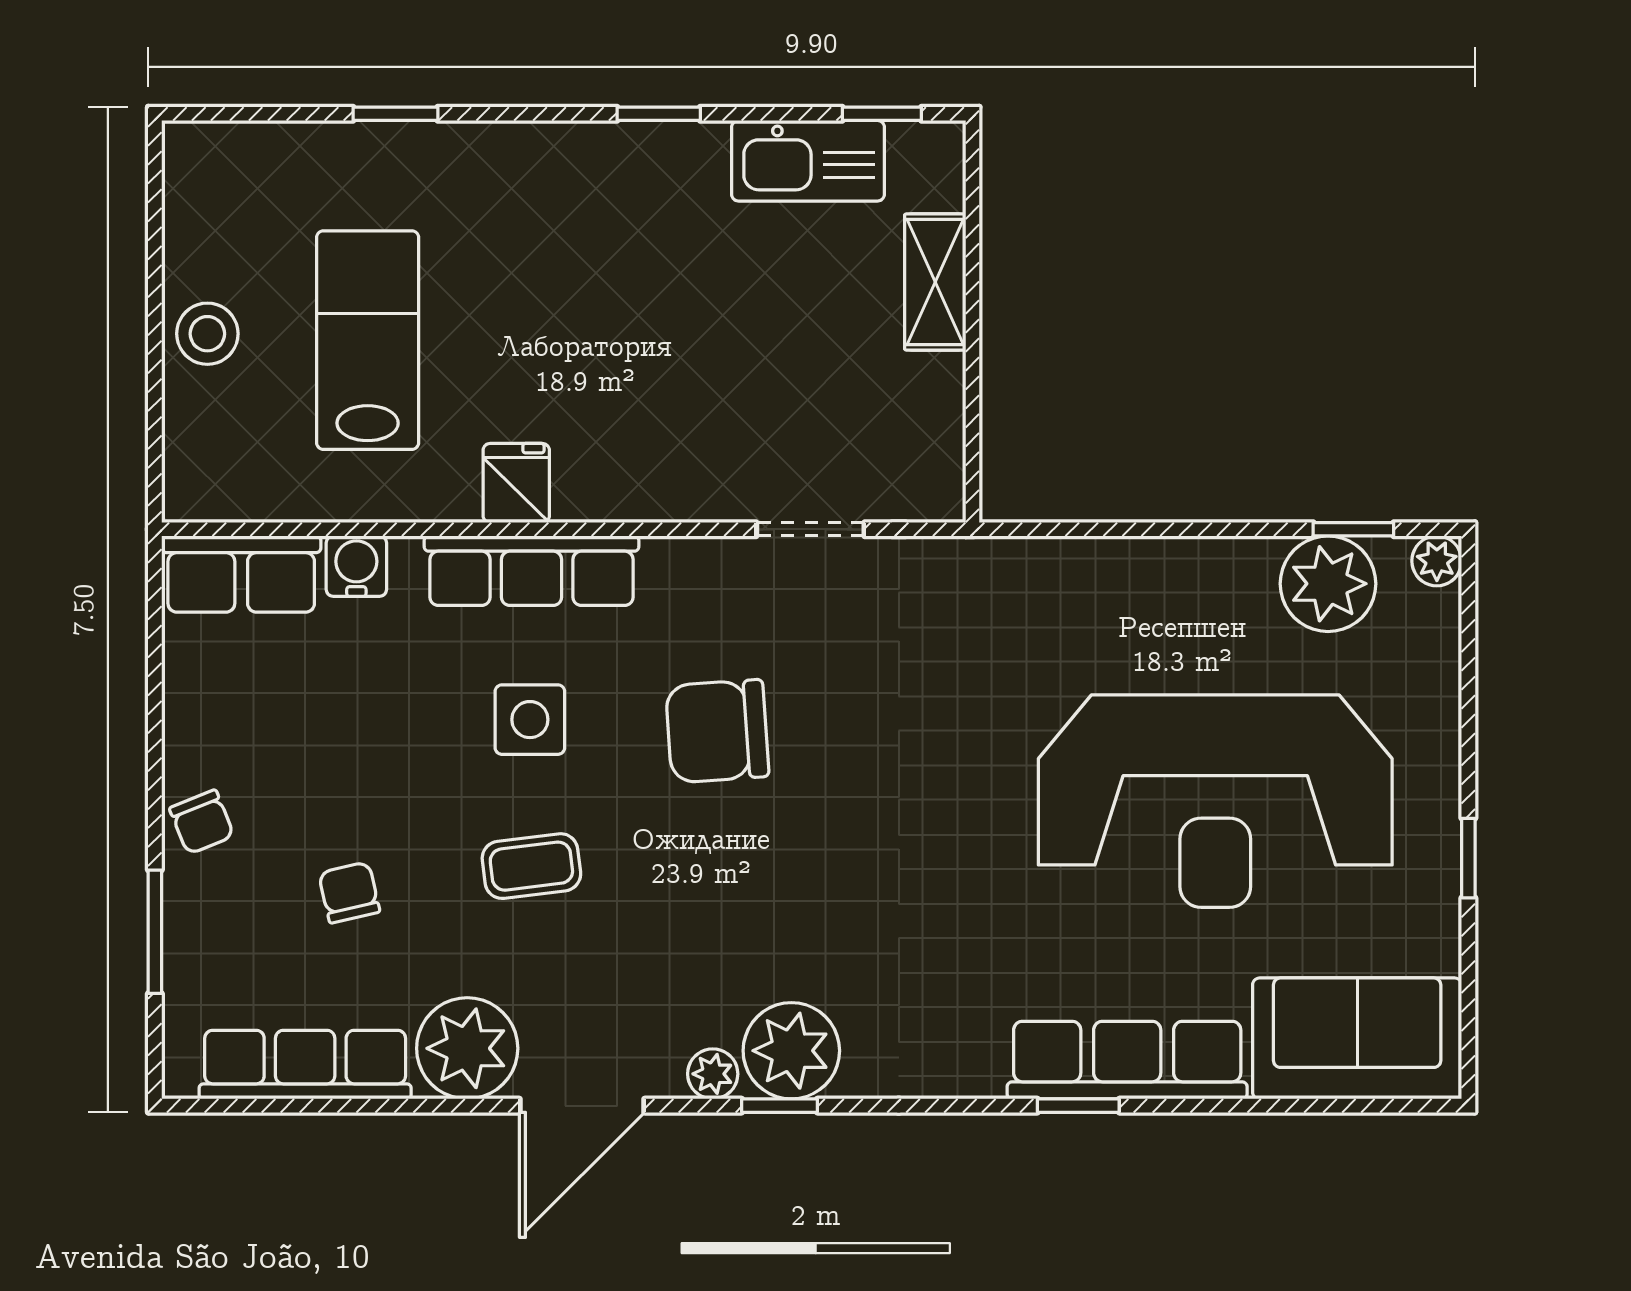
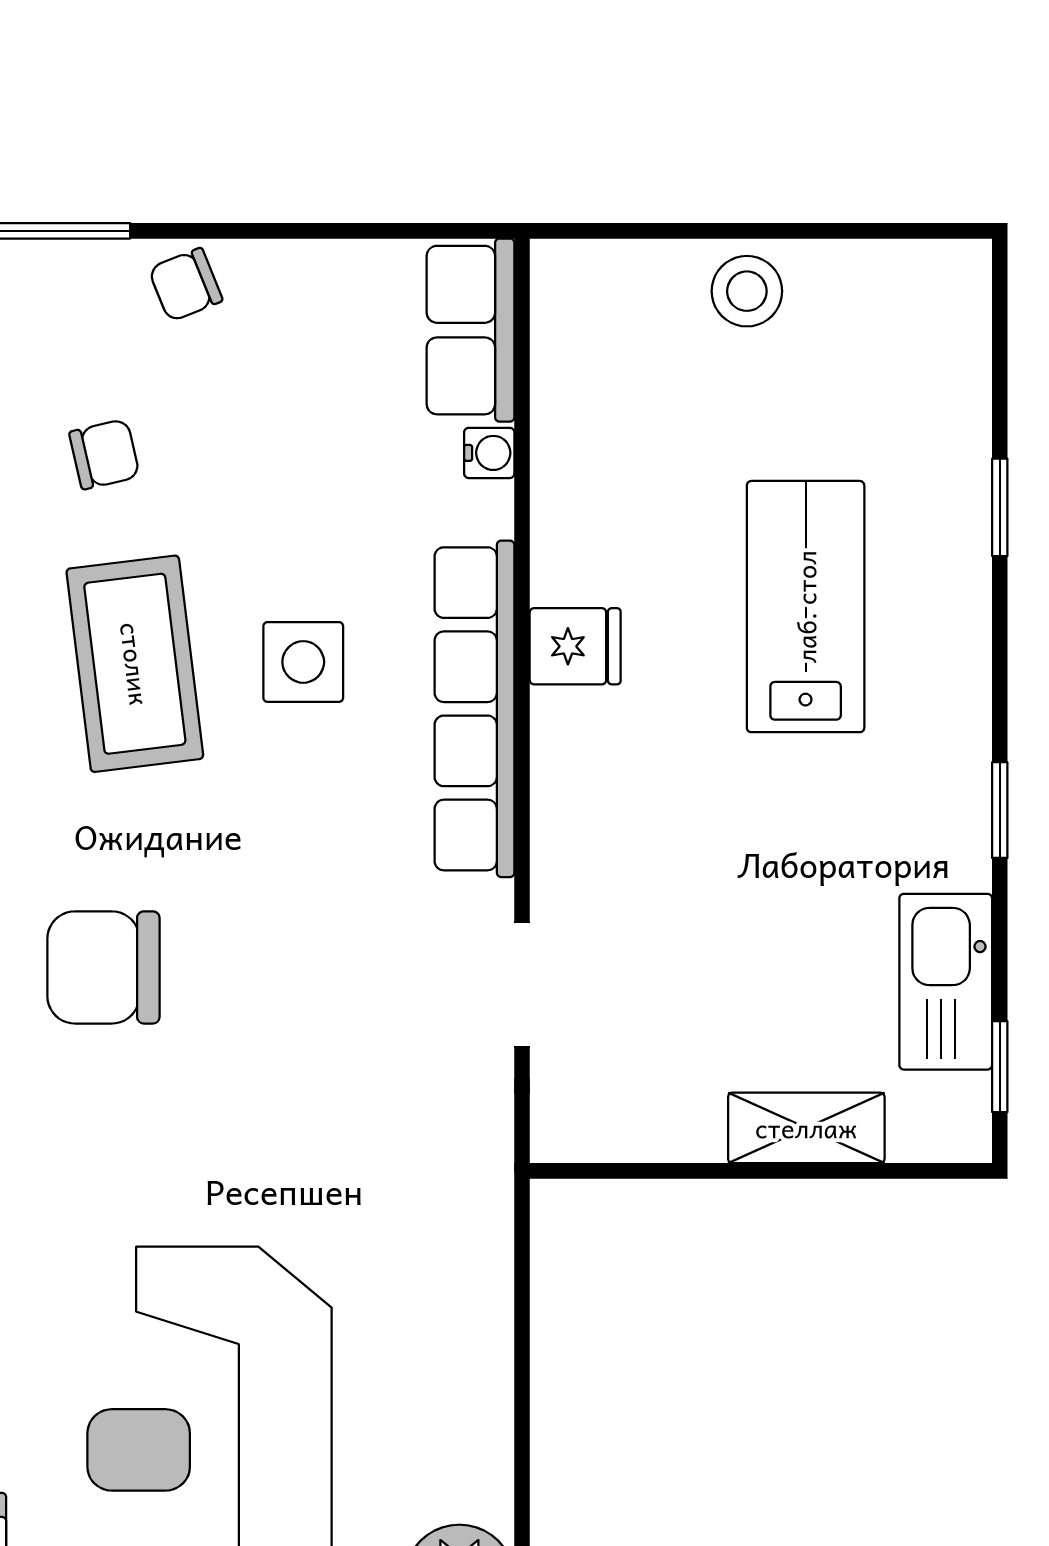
lab bench: (368, 340) -> (806, 607), moved, turned -90
water cooler: (356, 566) -> (489, 453), width x0.72, depth x0.72
row of seats: (531, 571) -> (474, 709), width x1.36
chair: (717, 731) -> (103, 967), moved, turned -86
coffee table: (531, 866) -> (135, 664), width x1.86, depth x1.72

